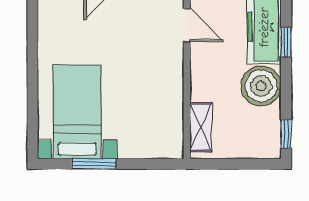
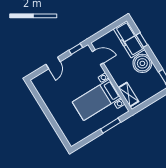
bed with nightstands: (77, 112) -> (97, 100), moved, turned -90
window: (94, 164) -> (111, 126), moved

